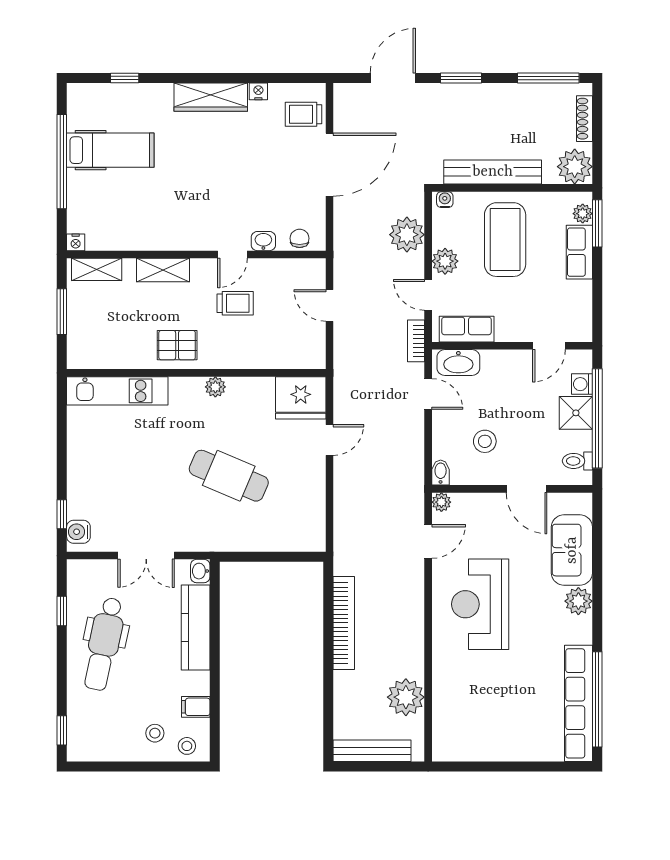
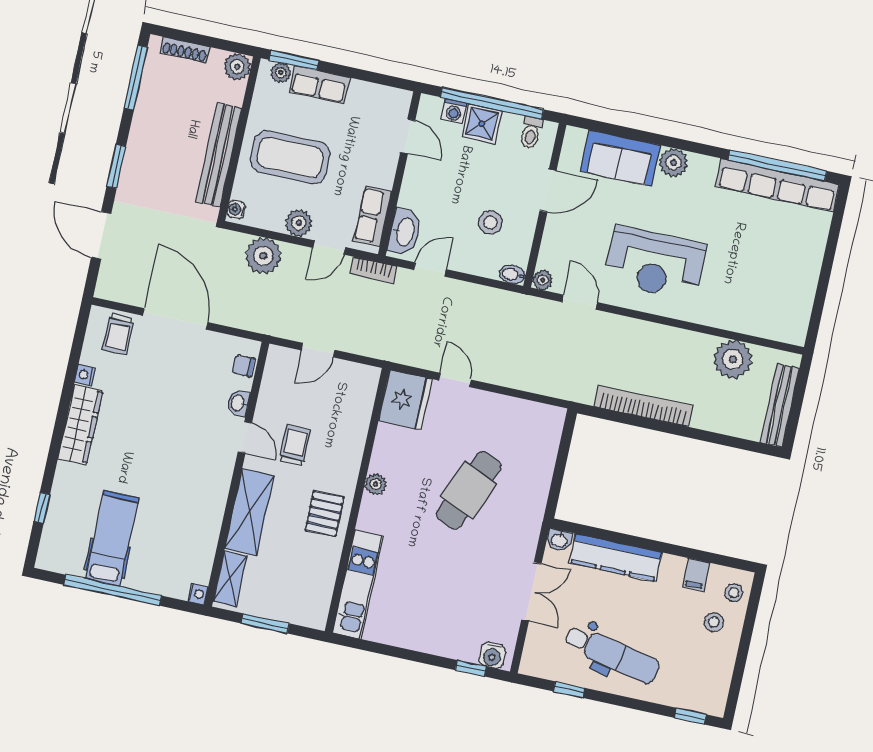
plant: (575, 167) -> (237, 67), width x0.73, depth x0.73
shelving: (163, 270) -> (249, 512), width x1.50, depth x1.33

